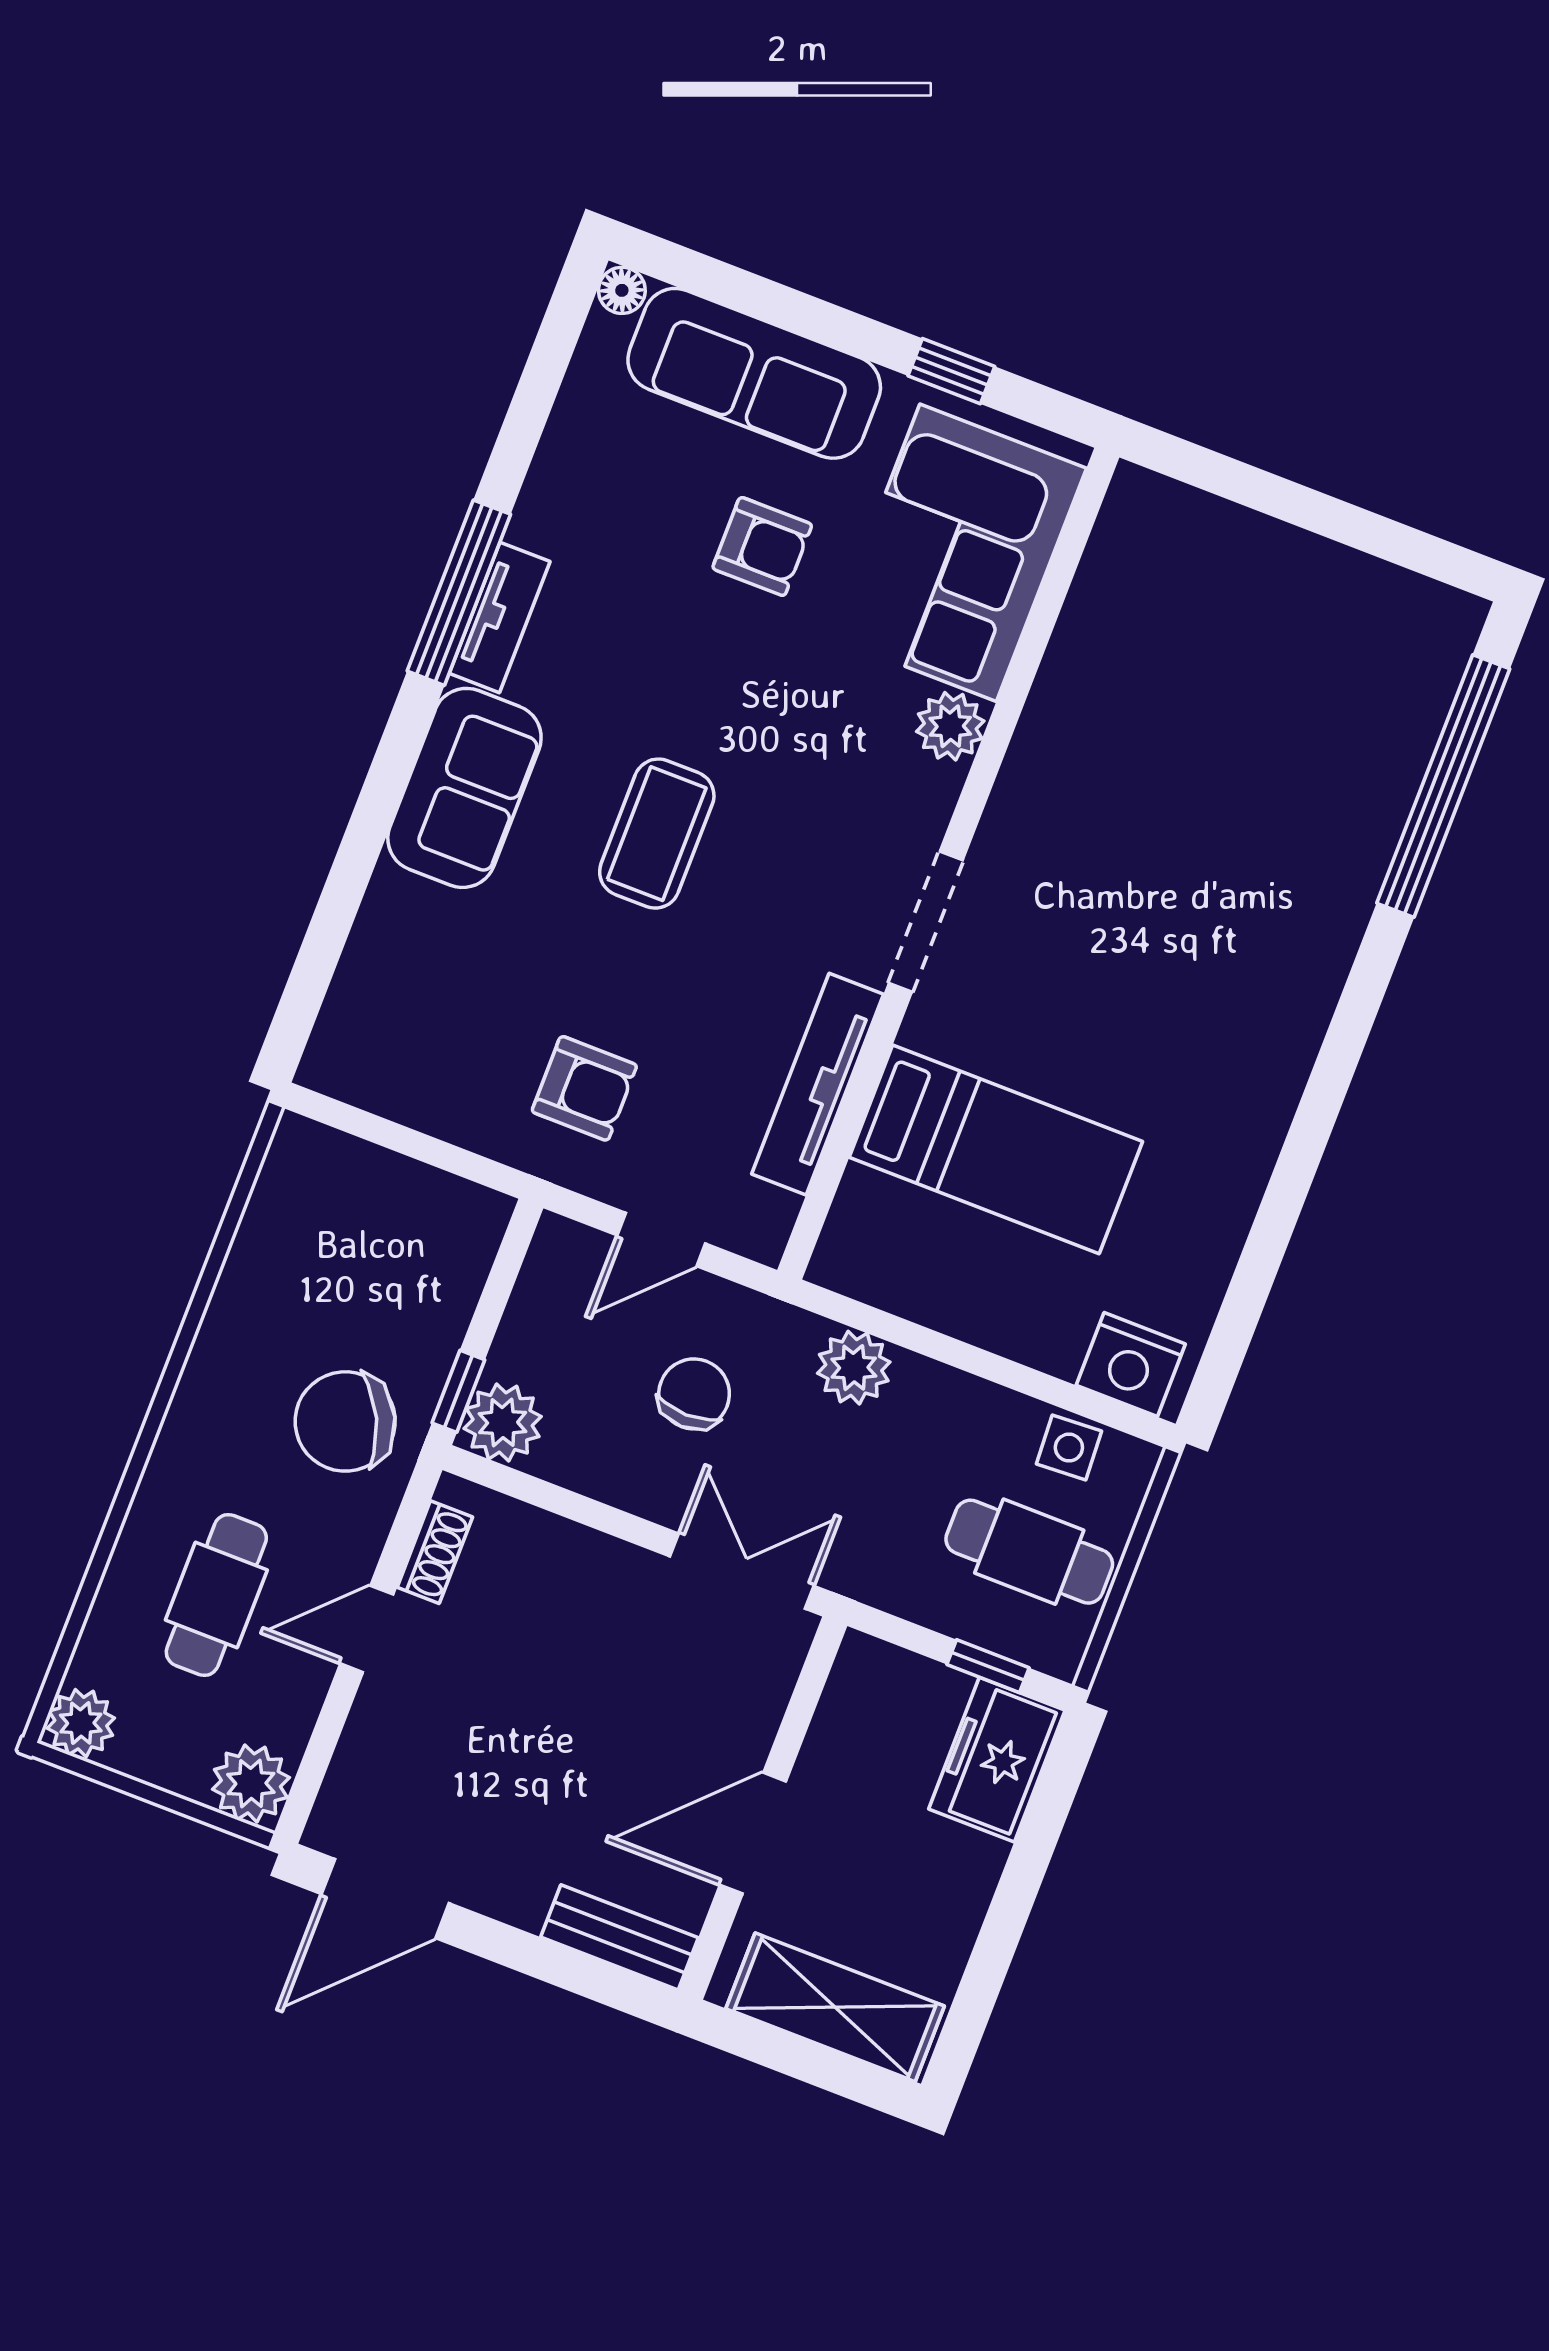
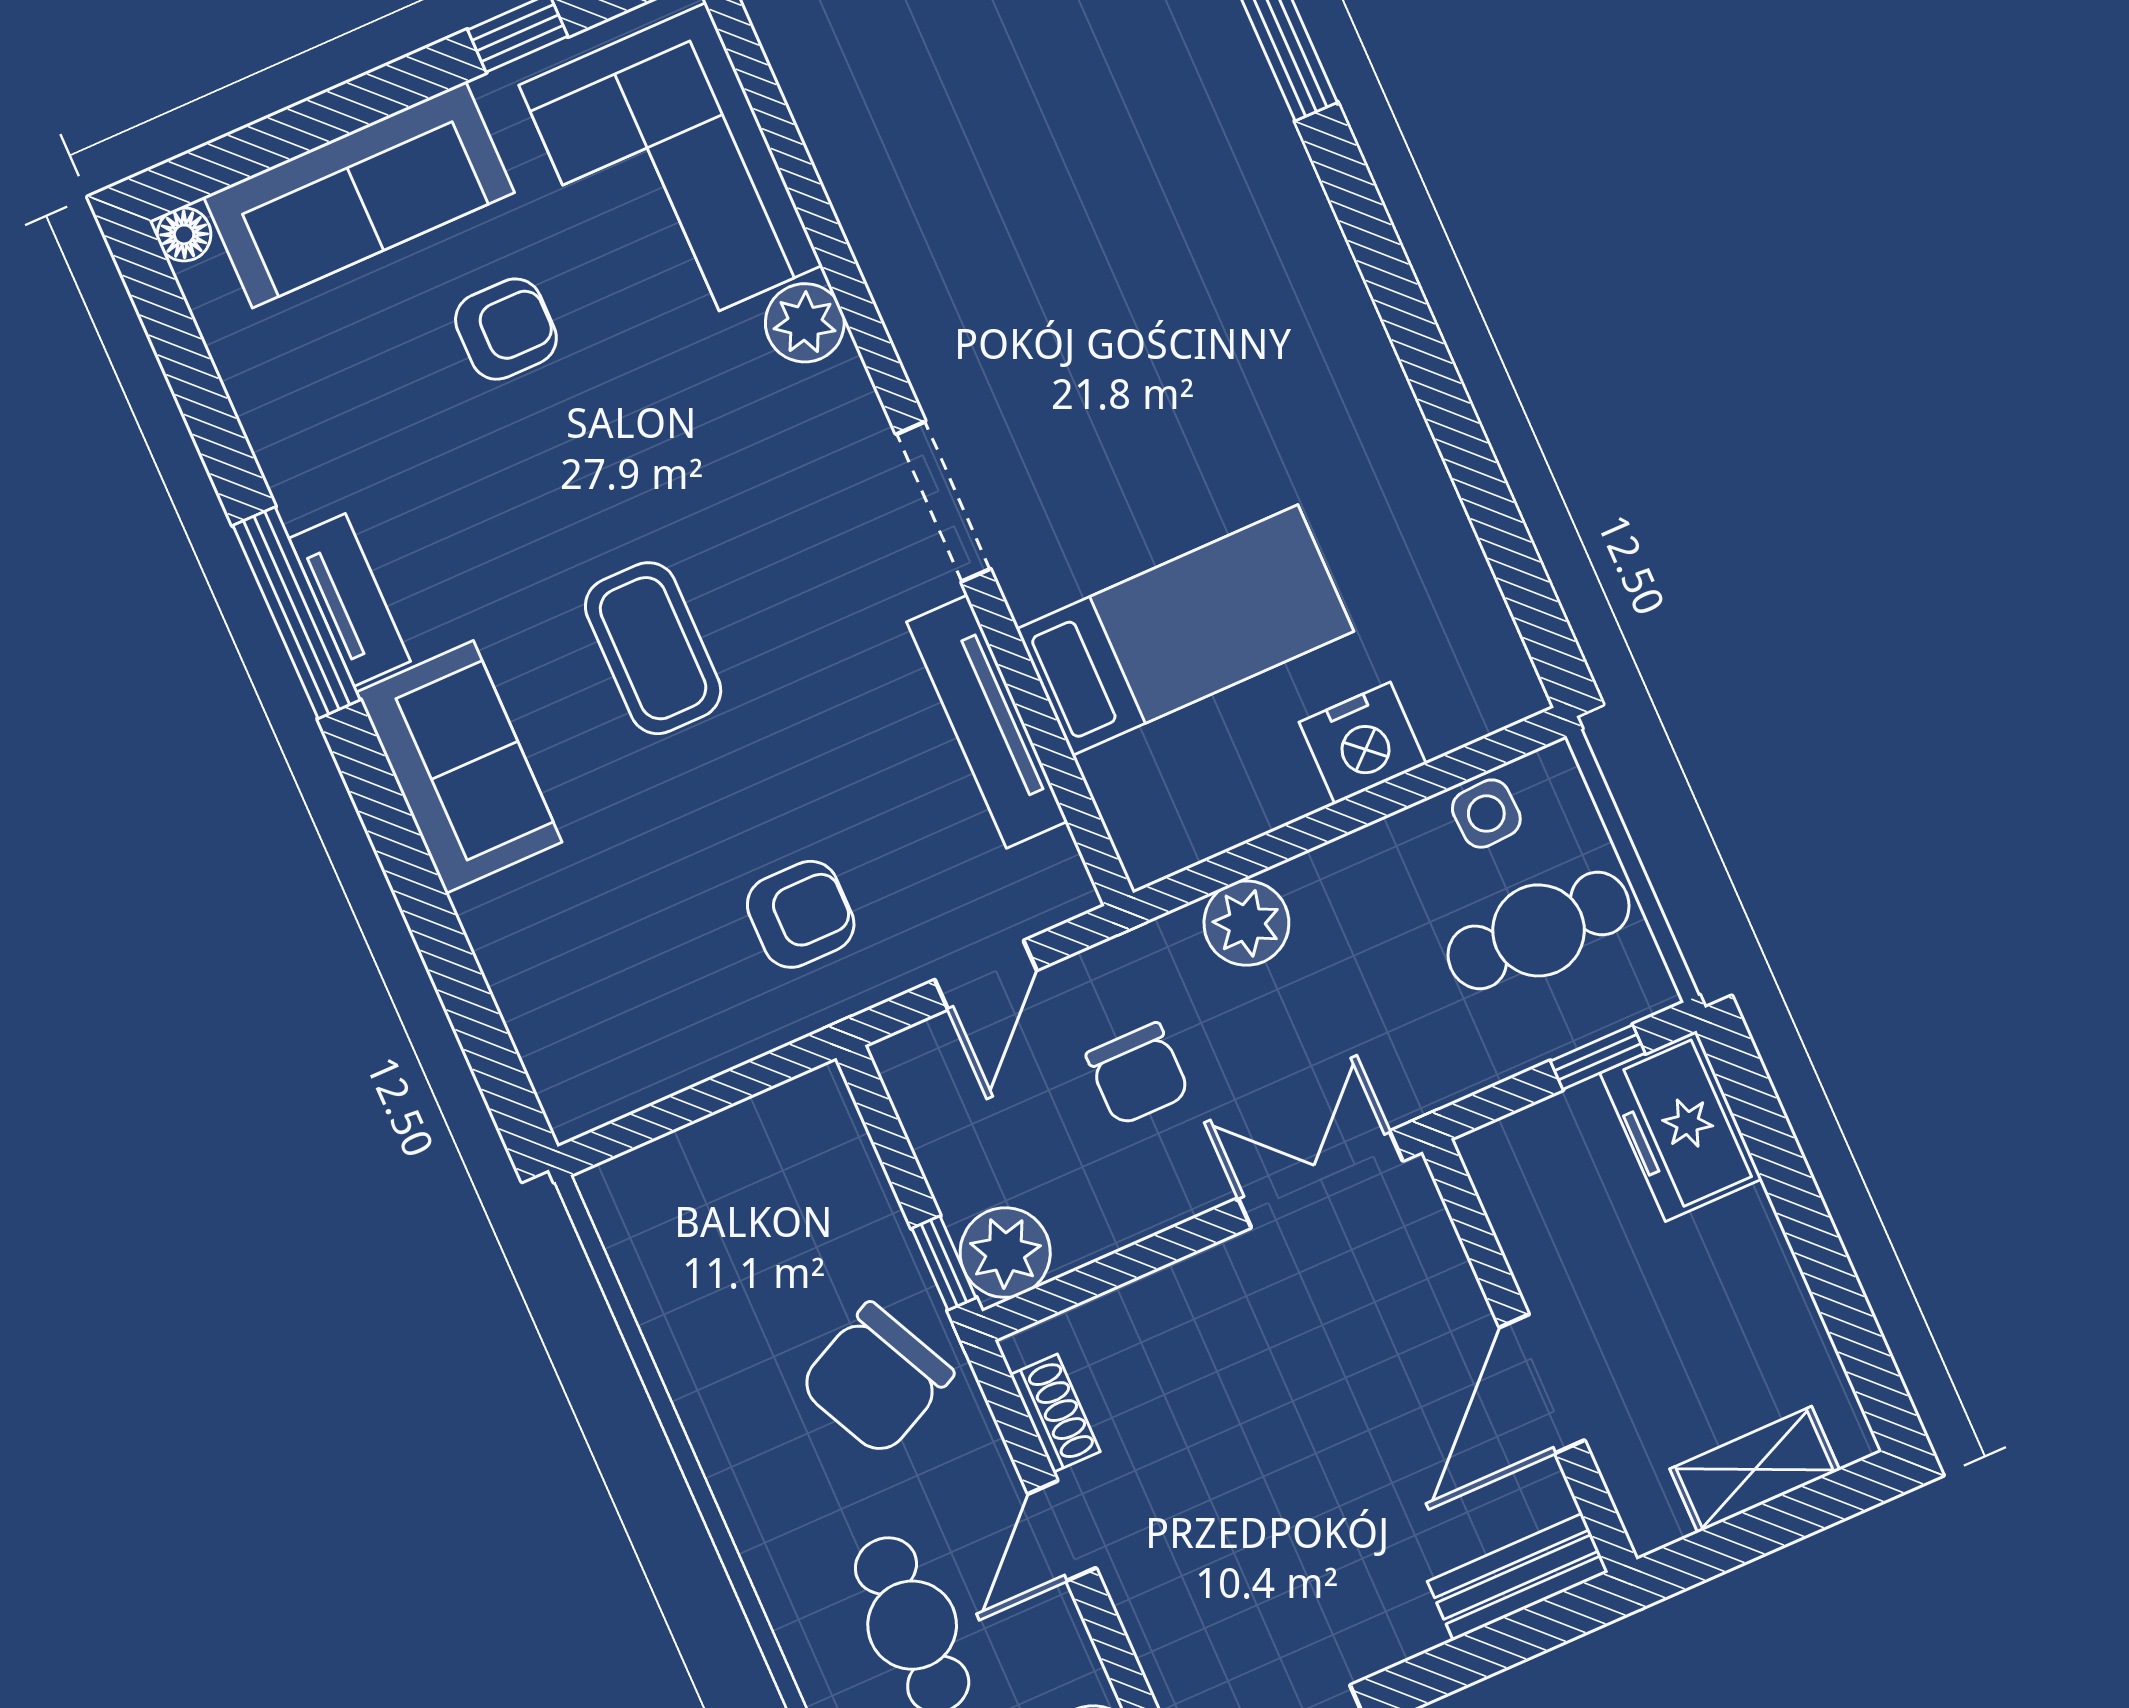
nightstand: (1131, 1365) -> (1363, 743), moved
chair: (694, 1394) -> (1138, 1074), turned 180
shelving: (835, 2007) -> (1755, 1469), width x0.67, depth x0.75

